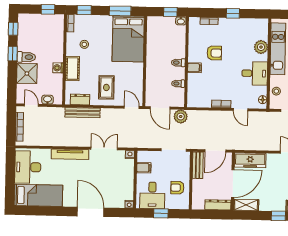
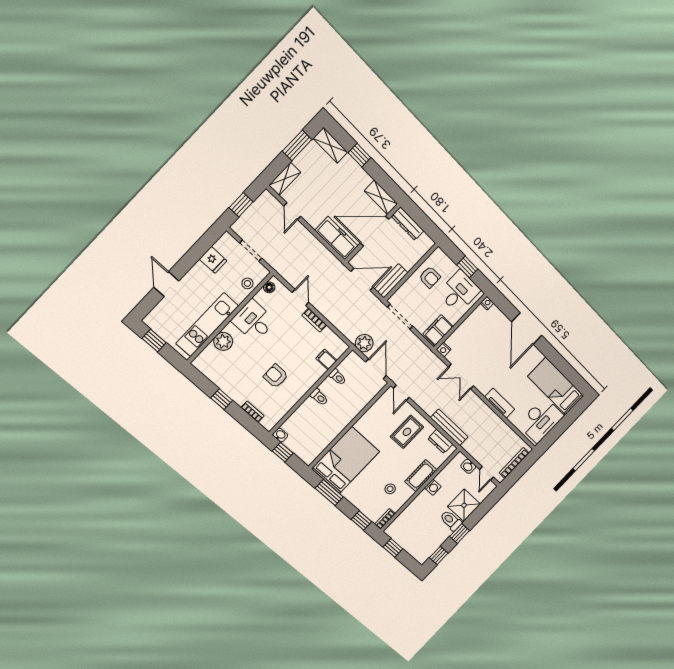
filing cabinet: (194, 68) -> (326, 359), moved
tv unit: (70, 154) -> (500, 403), width x0.71
filing cabinet: (144, 168) -> (438, 330), width x2.00

